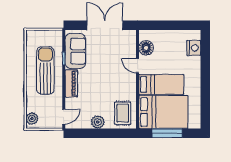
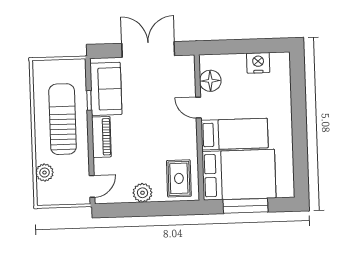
nightstand: (194, 48) -> (258, 63), moved, turned -90
plant: (32, 119) -> (45, 173), moved

